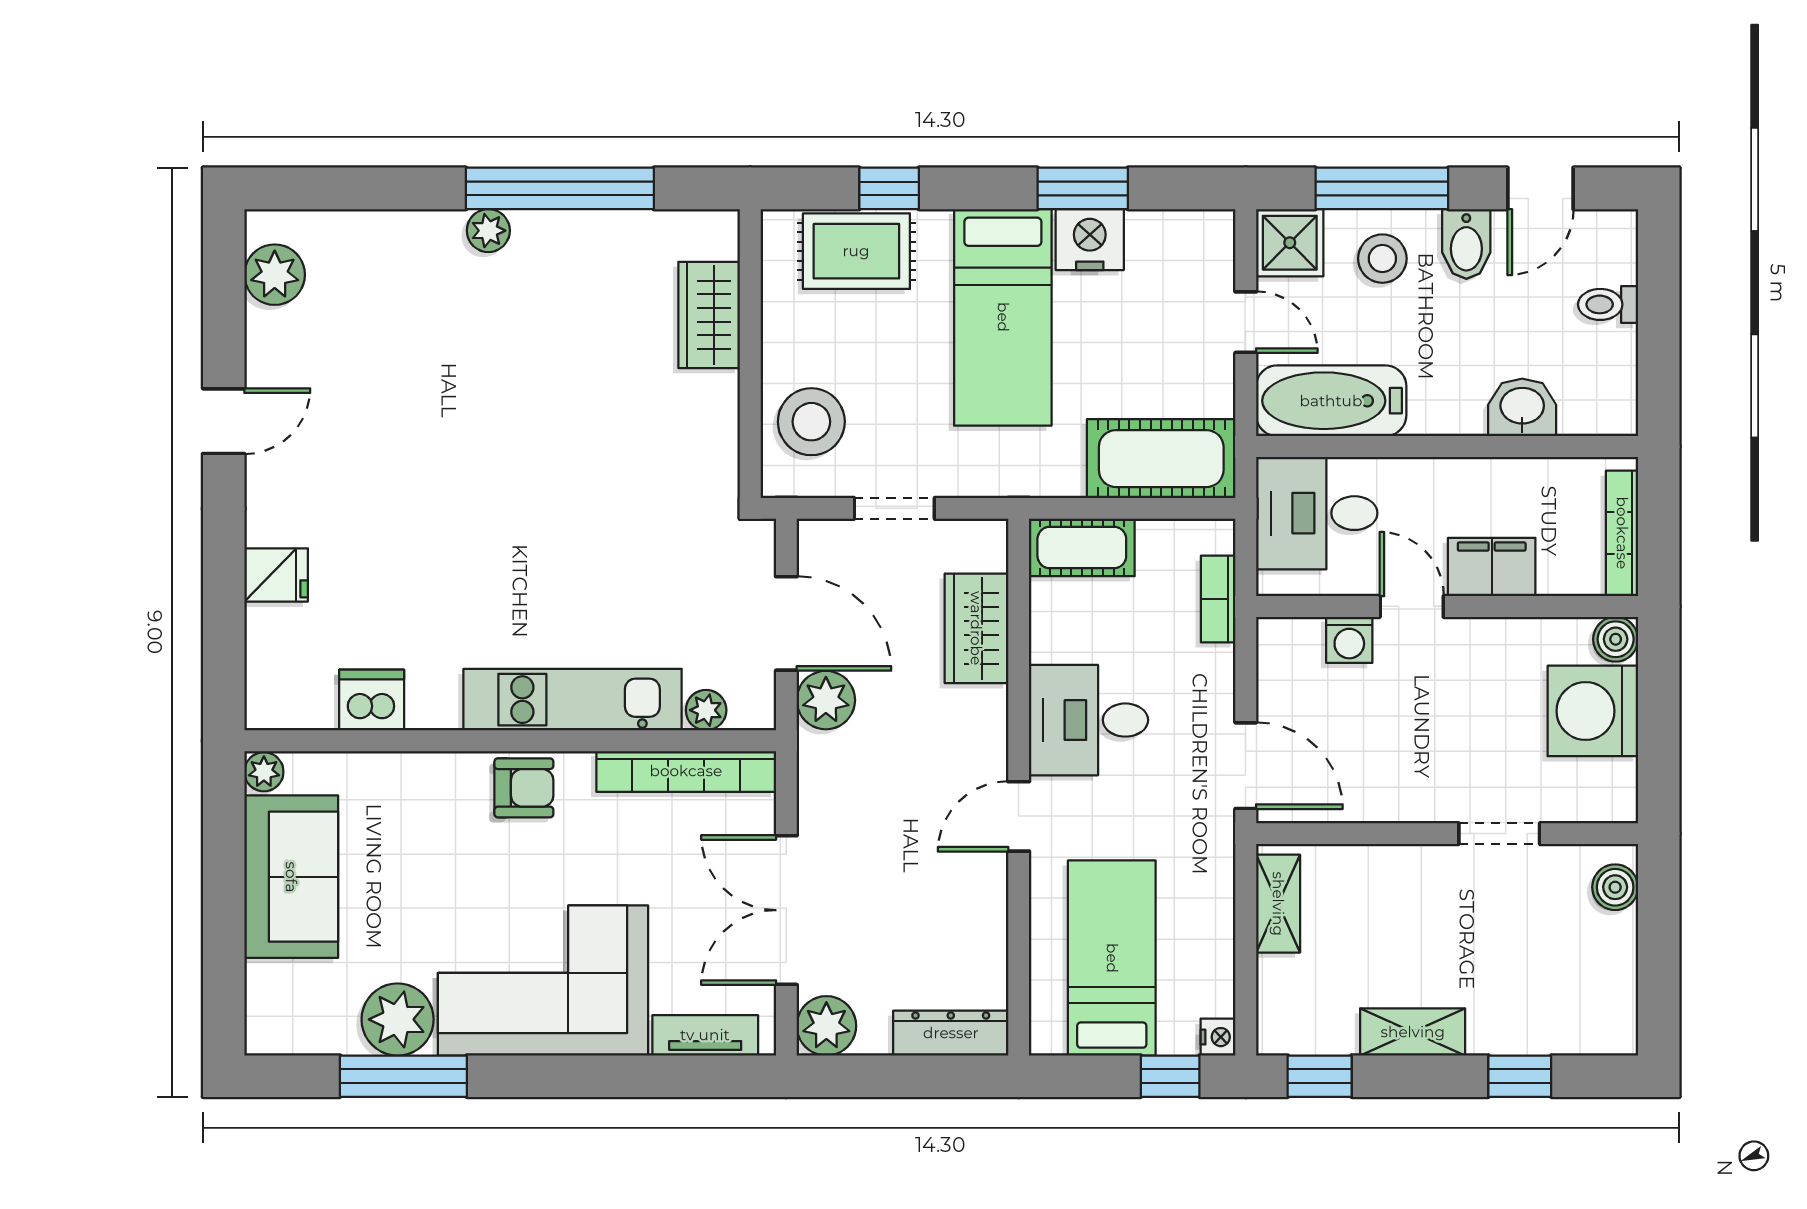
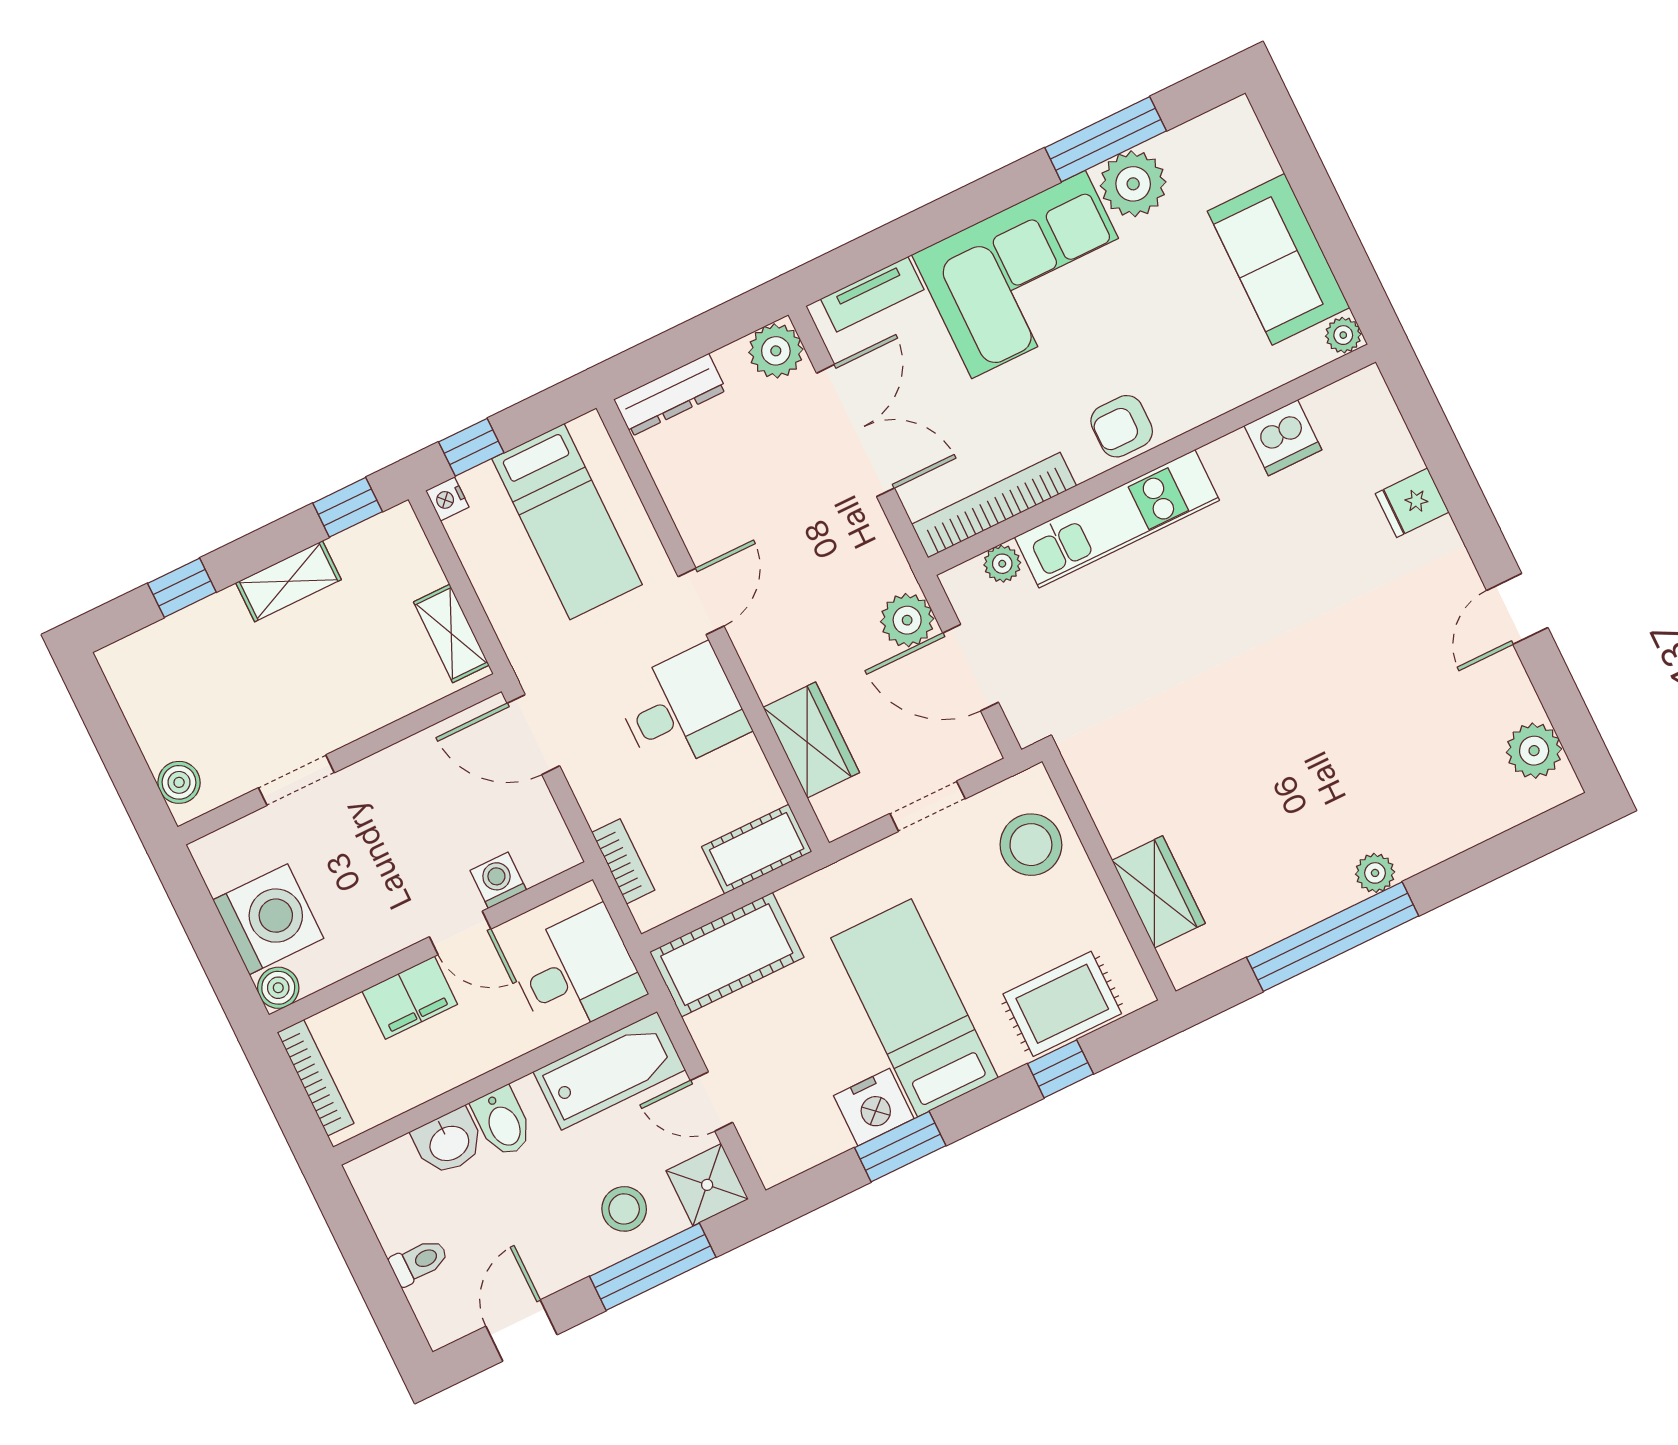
bidet: (1466, 244) -> (503, 1122), moved, turned 180

